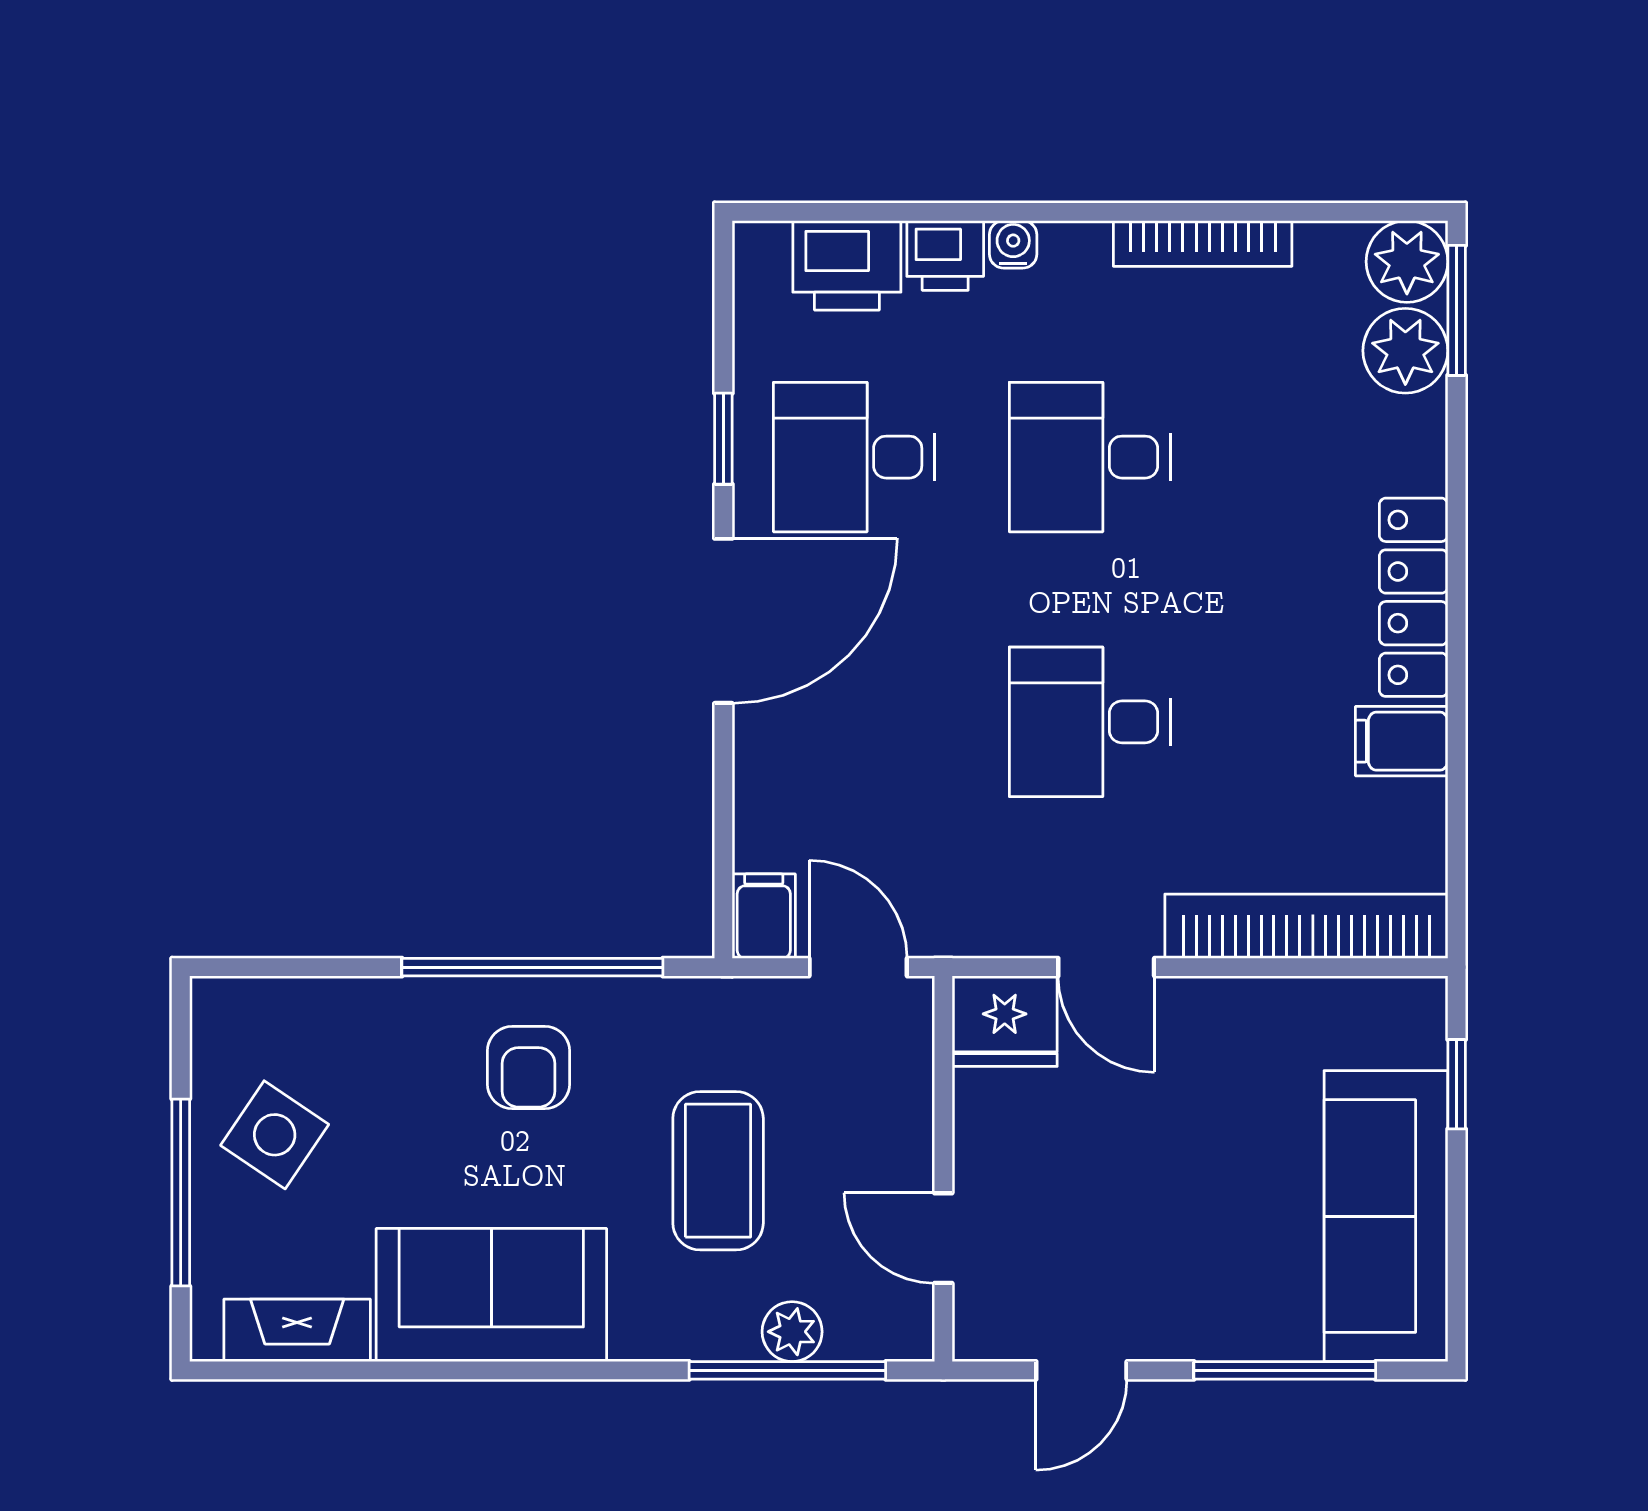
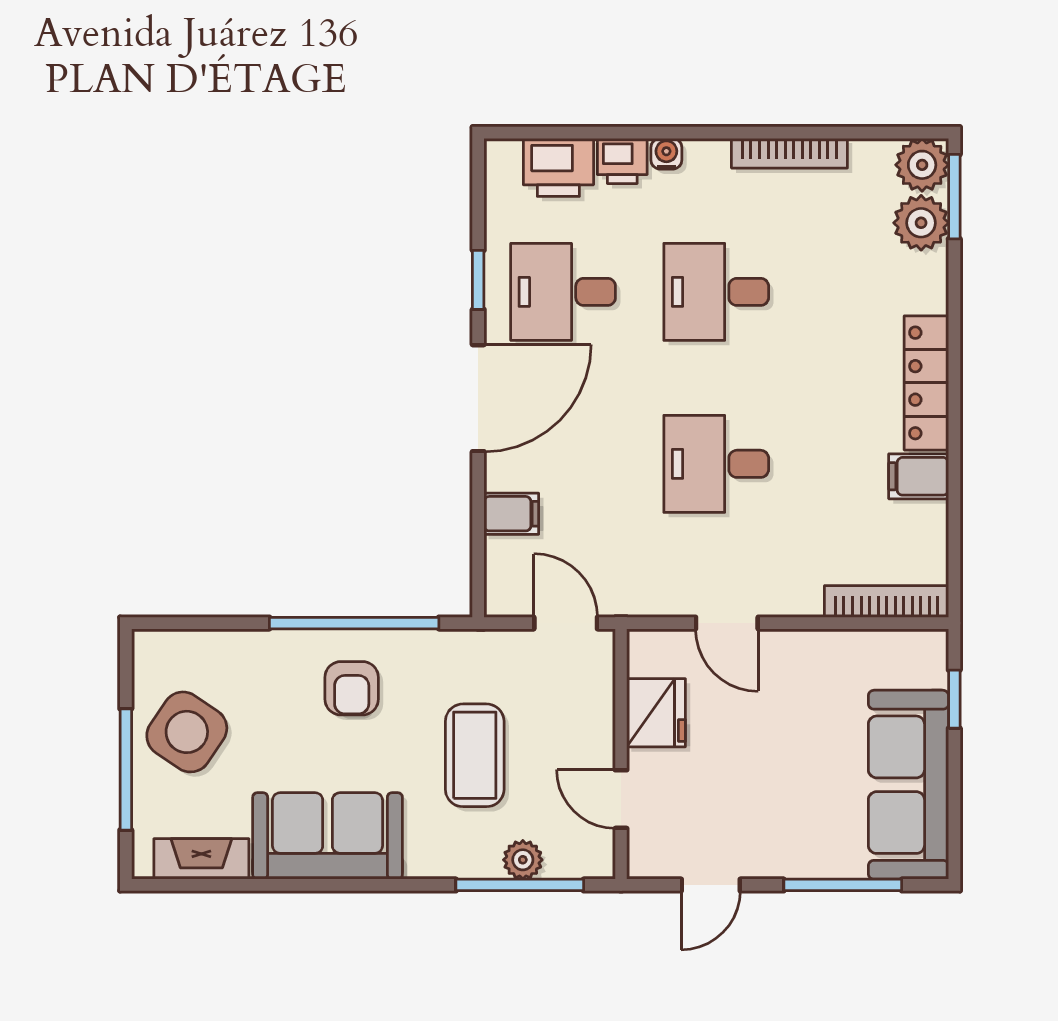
filing cabinet: (764, 916) -> (511, 514), moved, turned 90
bookcase: (1306, 926) -> (887, 601), width x0.68, depth x0.76
fridge: (1005, 1021) -> (656, 713), moved, turned -90
side table: (275, 1135) -> (187, 732), width x1.37, depth x1.37

